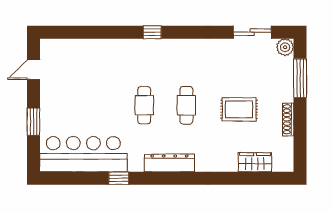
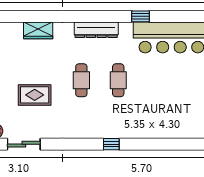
rug: (239, 109) -> (35, 95), moved
wardrobe: (255, 162) -> (38, 30), moved

